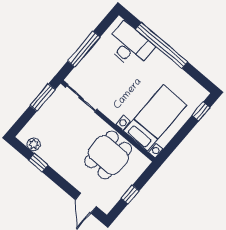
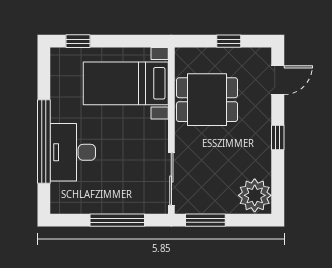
desk: (129, 46) -> (73, 152), moved
plant: (34, 144) -> (255, 195), width x1.87, depth x1.87
window: (38, 163) -> (278, 138), moved

